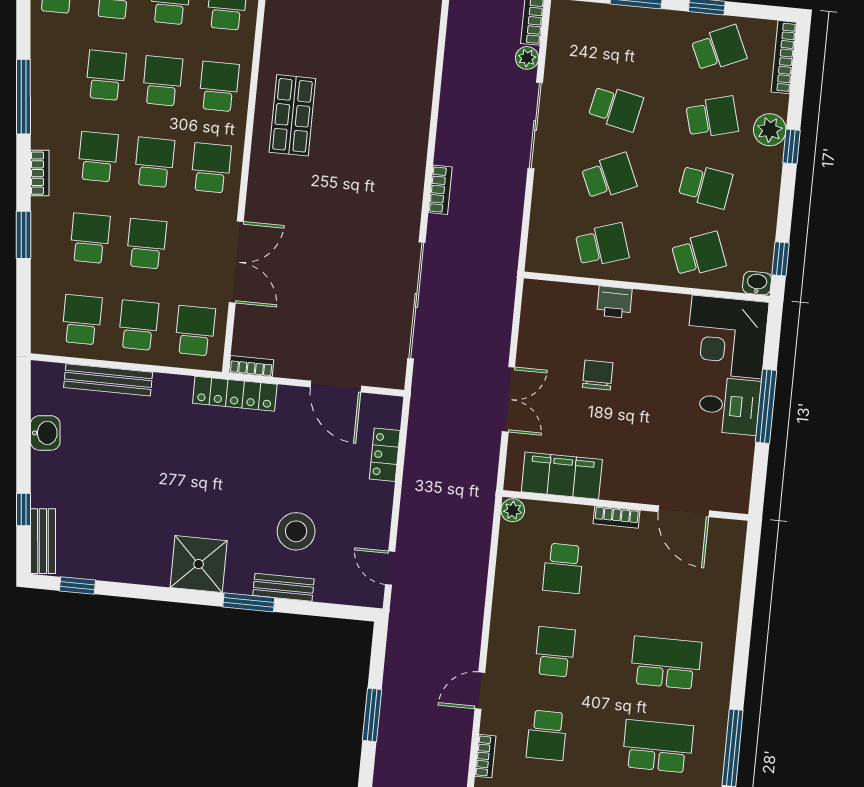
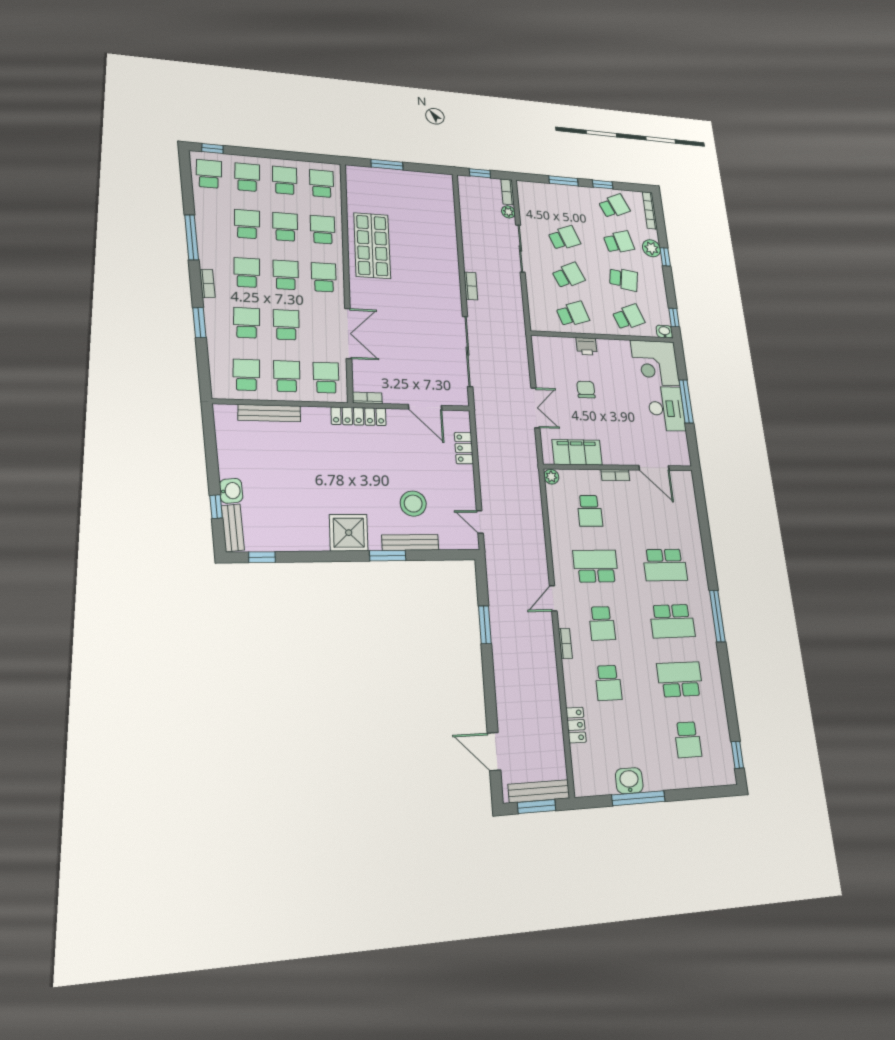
school desk: (616, 108) -> (564, 238), turned -33
shop shelf: (292, 115) -> (372, 245), width x1.43, depth x1.36
desk: (729, 406) -> (666, 409), width x1.37
washbasin: (45, 433) -> (231, 491), moved
bench: (283, 587) -> (410, 543), width x1.36
school desk: (555, 652) -> (596, 566), width x1.85
school desk: (666, 663) -> (665, 565), turned 180
school desk: (658, 746) -> (672, 621), turned 180

